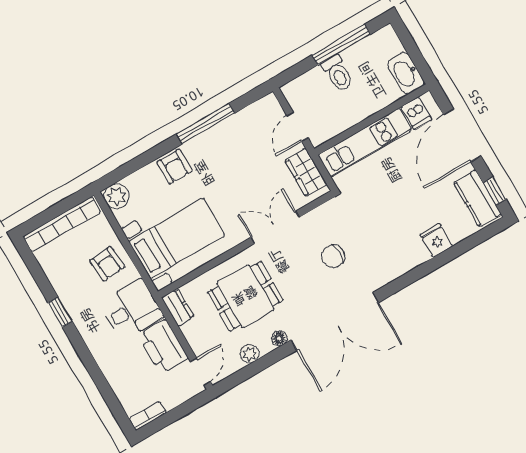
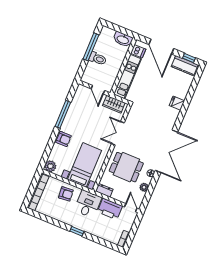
fridge: (436, 240) -> (177, 103), moved
chair: (333, 256) -> (147, 128), removed
dining table: (245, 296) -> (126, 167), turned 90
window: (60, 312) -> (77, 231), moved

